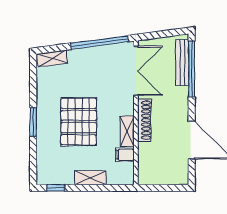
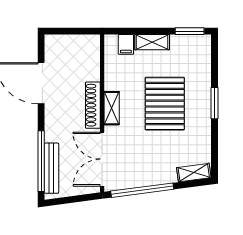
shelving: (127, 131) -> (112, 108), moved
filing cabinet: (125, 155) -> (126, 44), moved, turned 90
window: (56, 188) -> (190, 31), width x1.50

